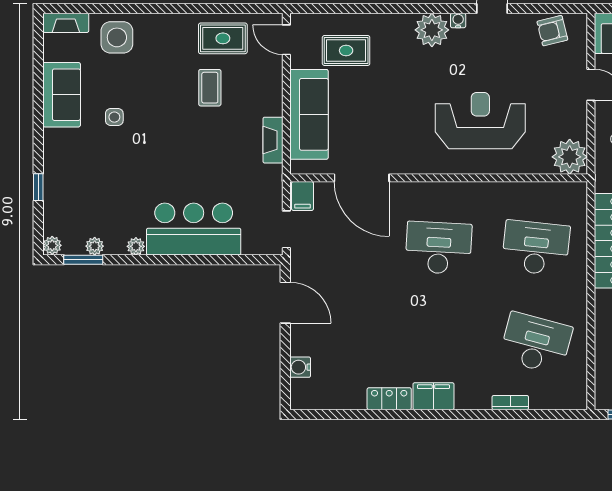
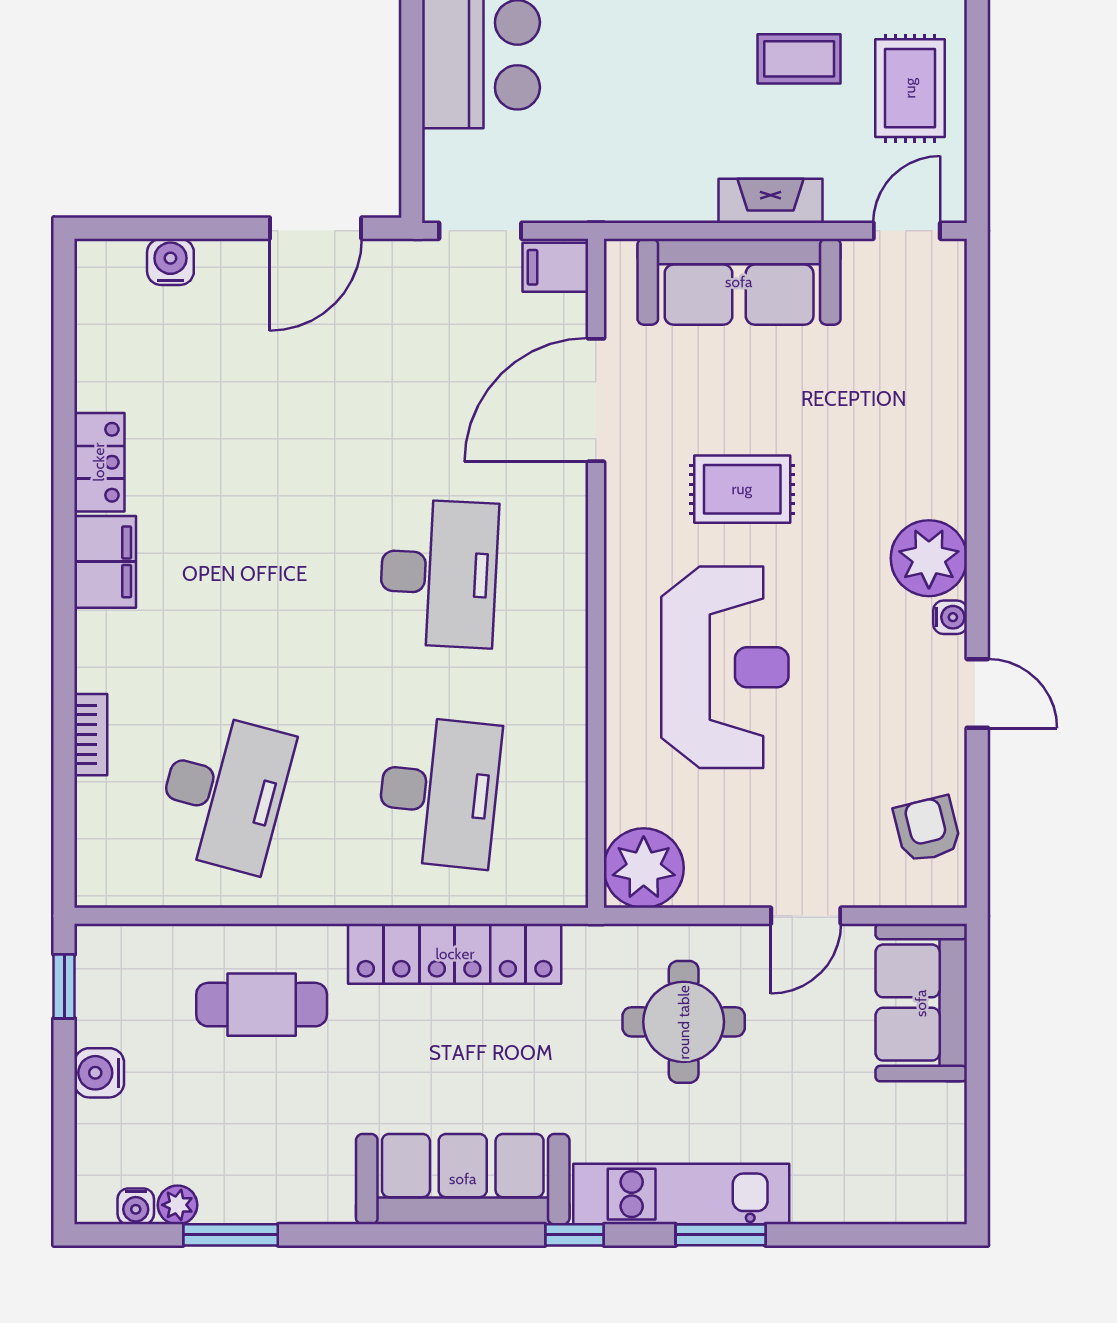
rug: (346, 50) -> (742, 489), moved, turned 90
fireplace: (273, 140) -> (771, 201), moved

